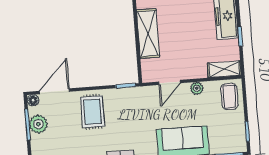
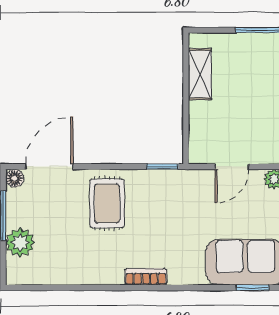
shelving: (148, 33) -> (200, 74), width x0.67, depth x0.75
plant: (38, 124) -> (20, 242), moved

